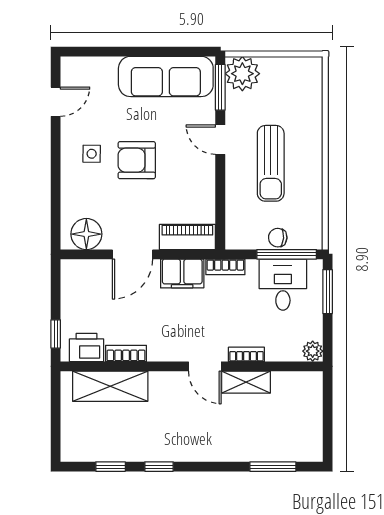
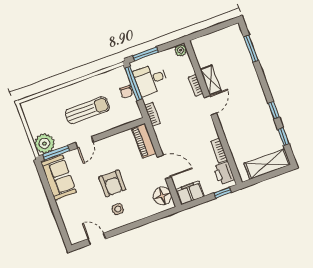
sofa: (166, 76) -> (59, 177), width x0.73
filing cabinet: (182, 274) -> (190, 193), moved, turned -90
shelving: (110, 386) -> (267, 164), moved, turned 90

